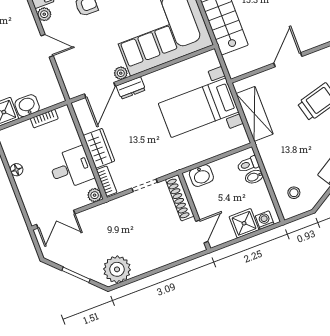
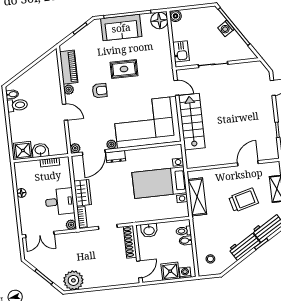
door: (288, 60) -> (248, 163), moved
plant: (73, 91) -> (75, 148), added

